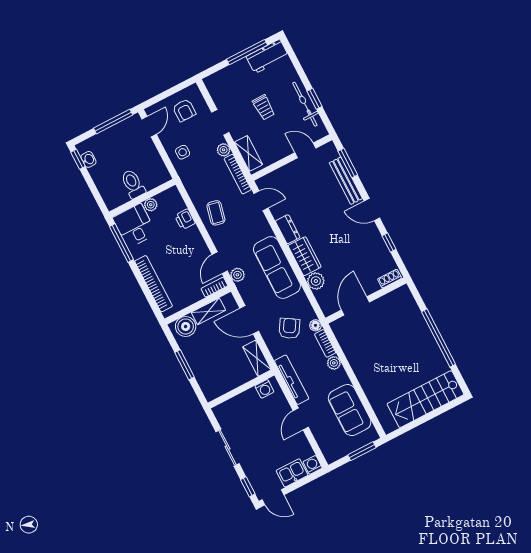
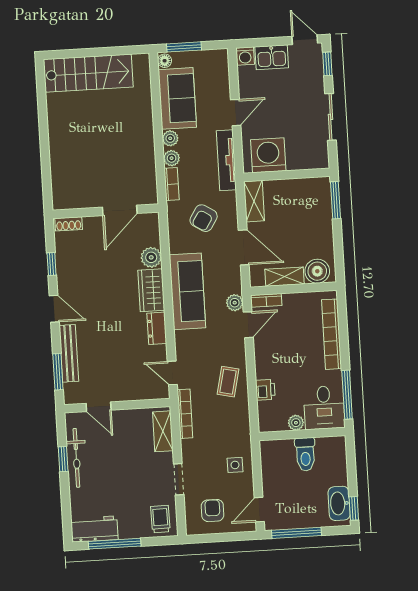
trolley: (264, 107) -> (160, 519), moved
plant: (224, 150) -> (170, 138), moved
washbasin: (88, 159) -> (339, 503), width x1.91, depth x1.45
floor lamp: (315, 325) -> (165, 61), moved
window: (439, 338) -> (44, 134), removed
window: (185, 365) -> (335, 200), moved
washing machine: (264, 389) -> (268, 155), width x1.89, depth x1.89

